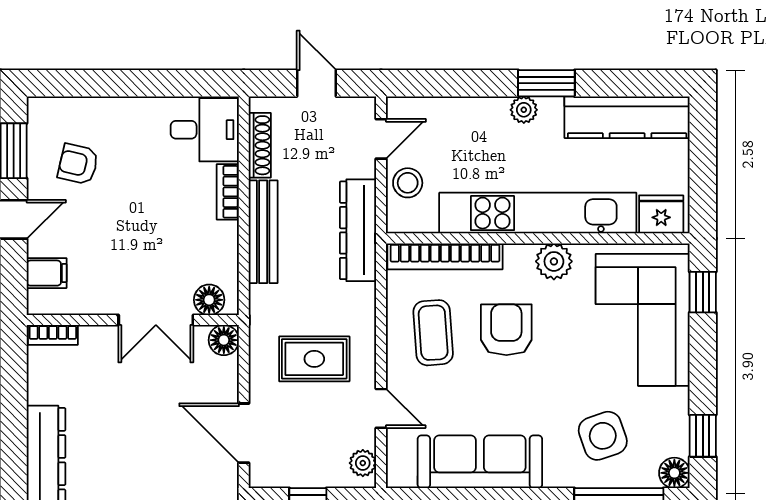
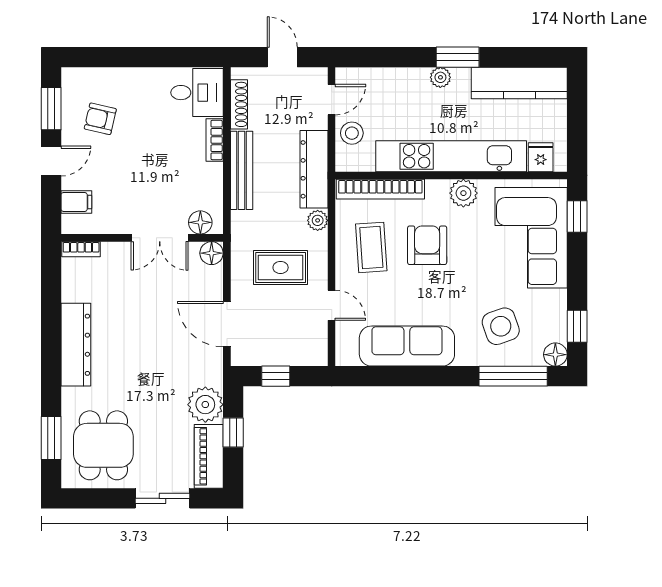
fridge: (661, 214) -> (541, 157), width x0.72
plant: (363, 463) -> (318, 220), moved

